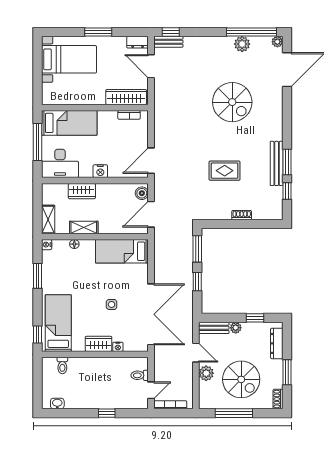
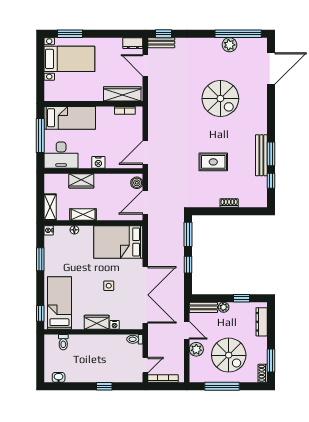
window: (98, 32) -> (70, 34), moved
plant: (277, 42) -> (262, 43), removed
bed: (122, 251) -> (118, 242), width x1.50
window: (287, 372) -> (271, 361), moved
toilet: (140, 375) -> (135, 339), moved

